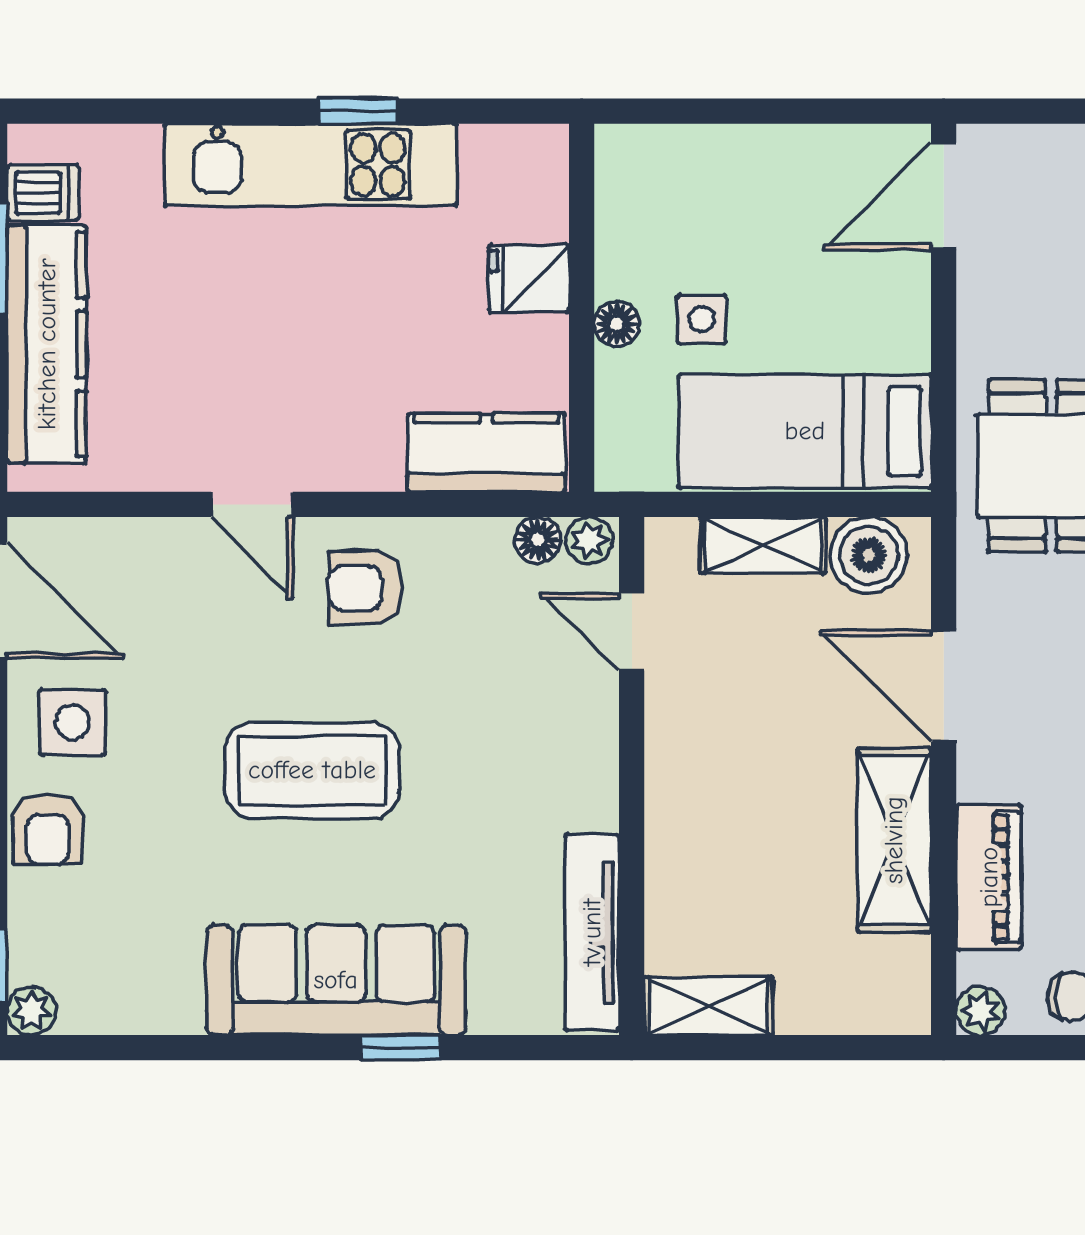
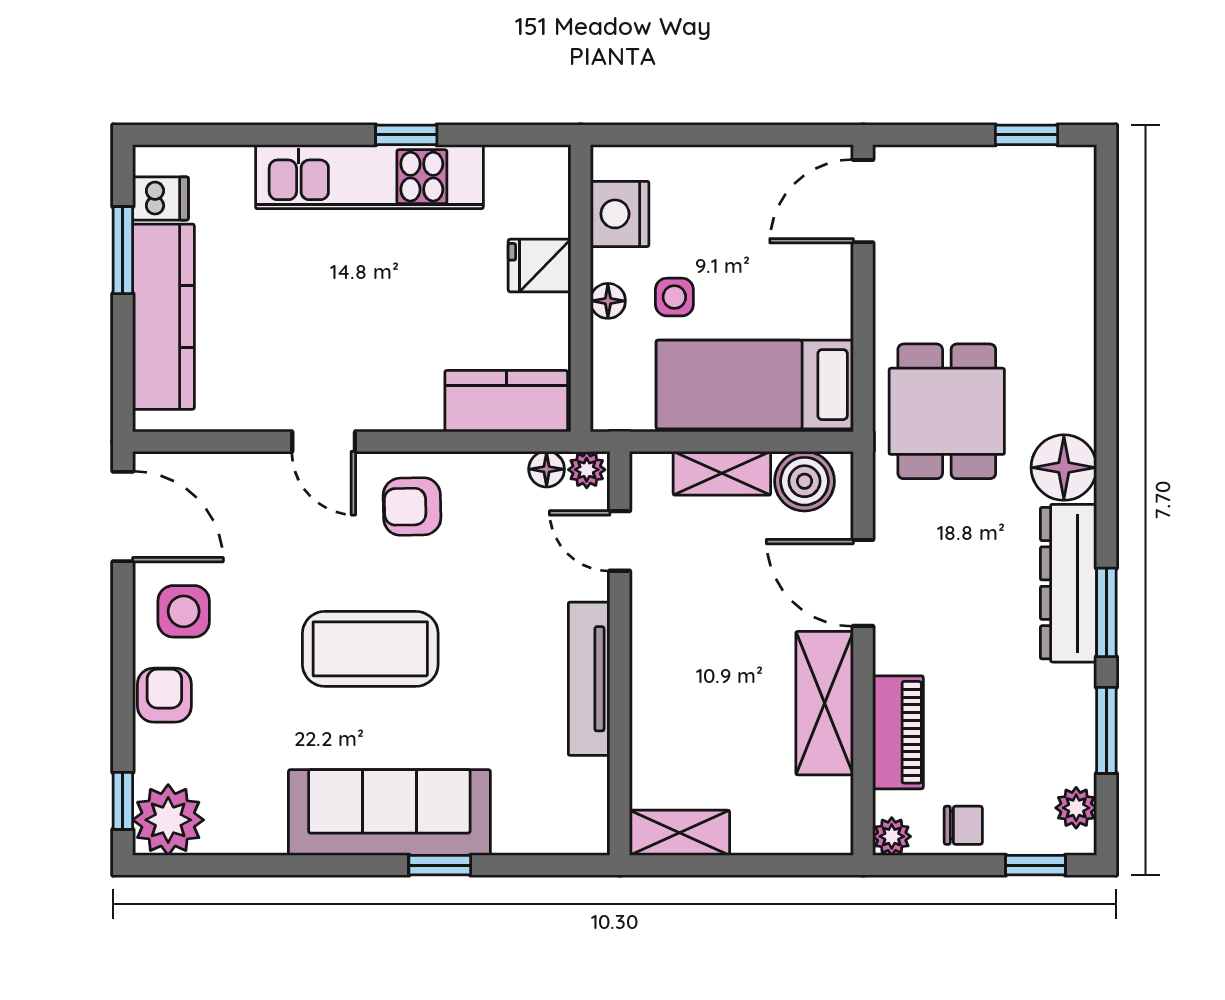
nightstand: (632, 212) -> (620, 214), added
armchair: (48, 830) -> (164, 695), turned 180
tv unit: (592, 932) -> (589, 679), moved
plant: (31, 1011) -> (168, 820), width x1.88, depth x1.88

